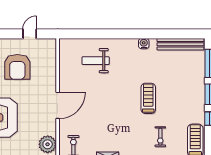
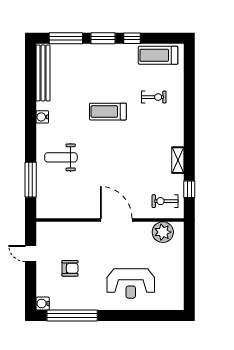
window: (91, 34) -> (31, 180), added
weight bench: (96, 61) -> (61, 157), moved, turned 90
armchair: (17, 67) -> (70, 268), width x0.53, depth x0.53

